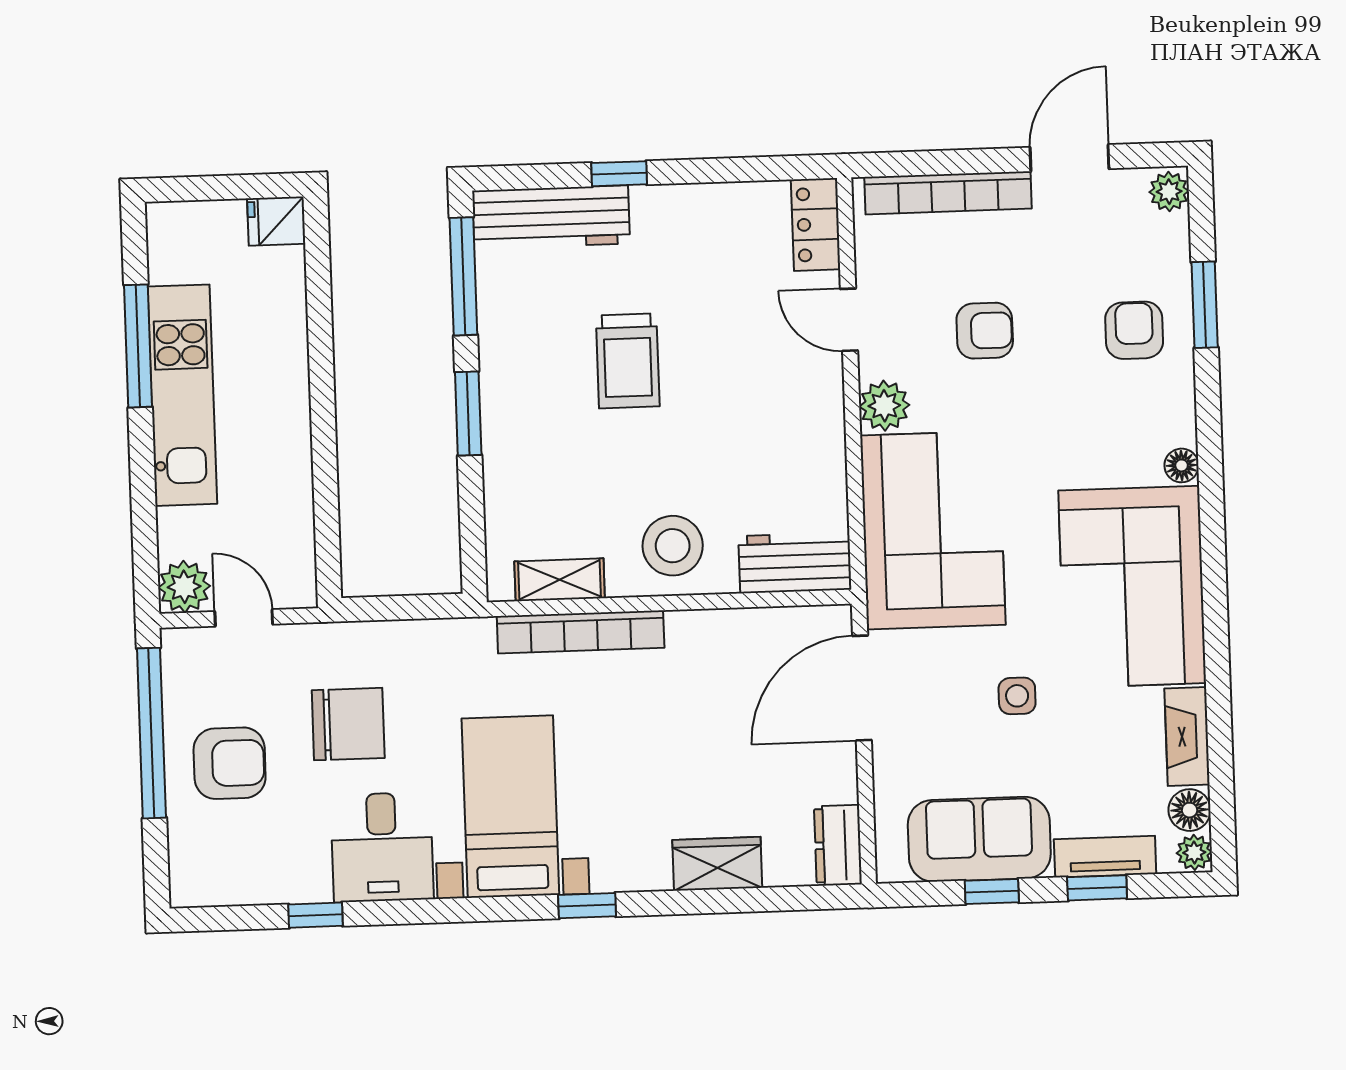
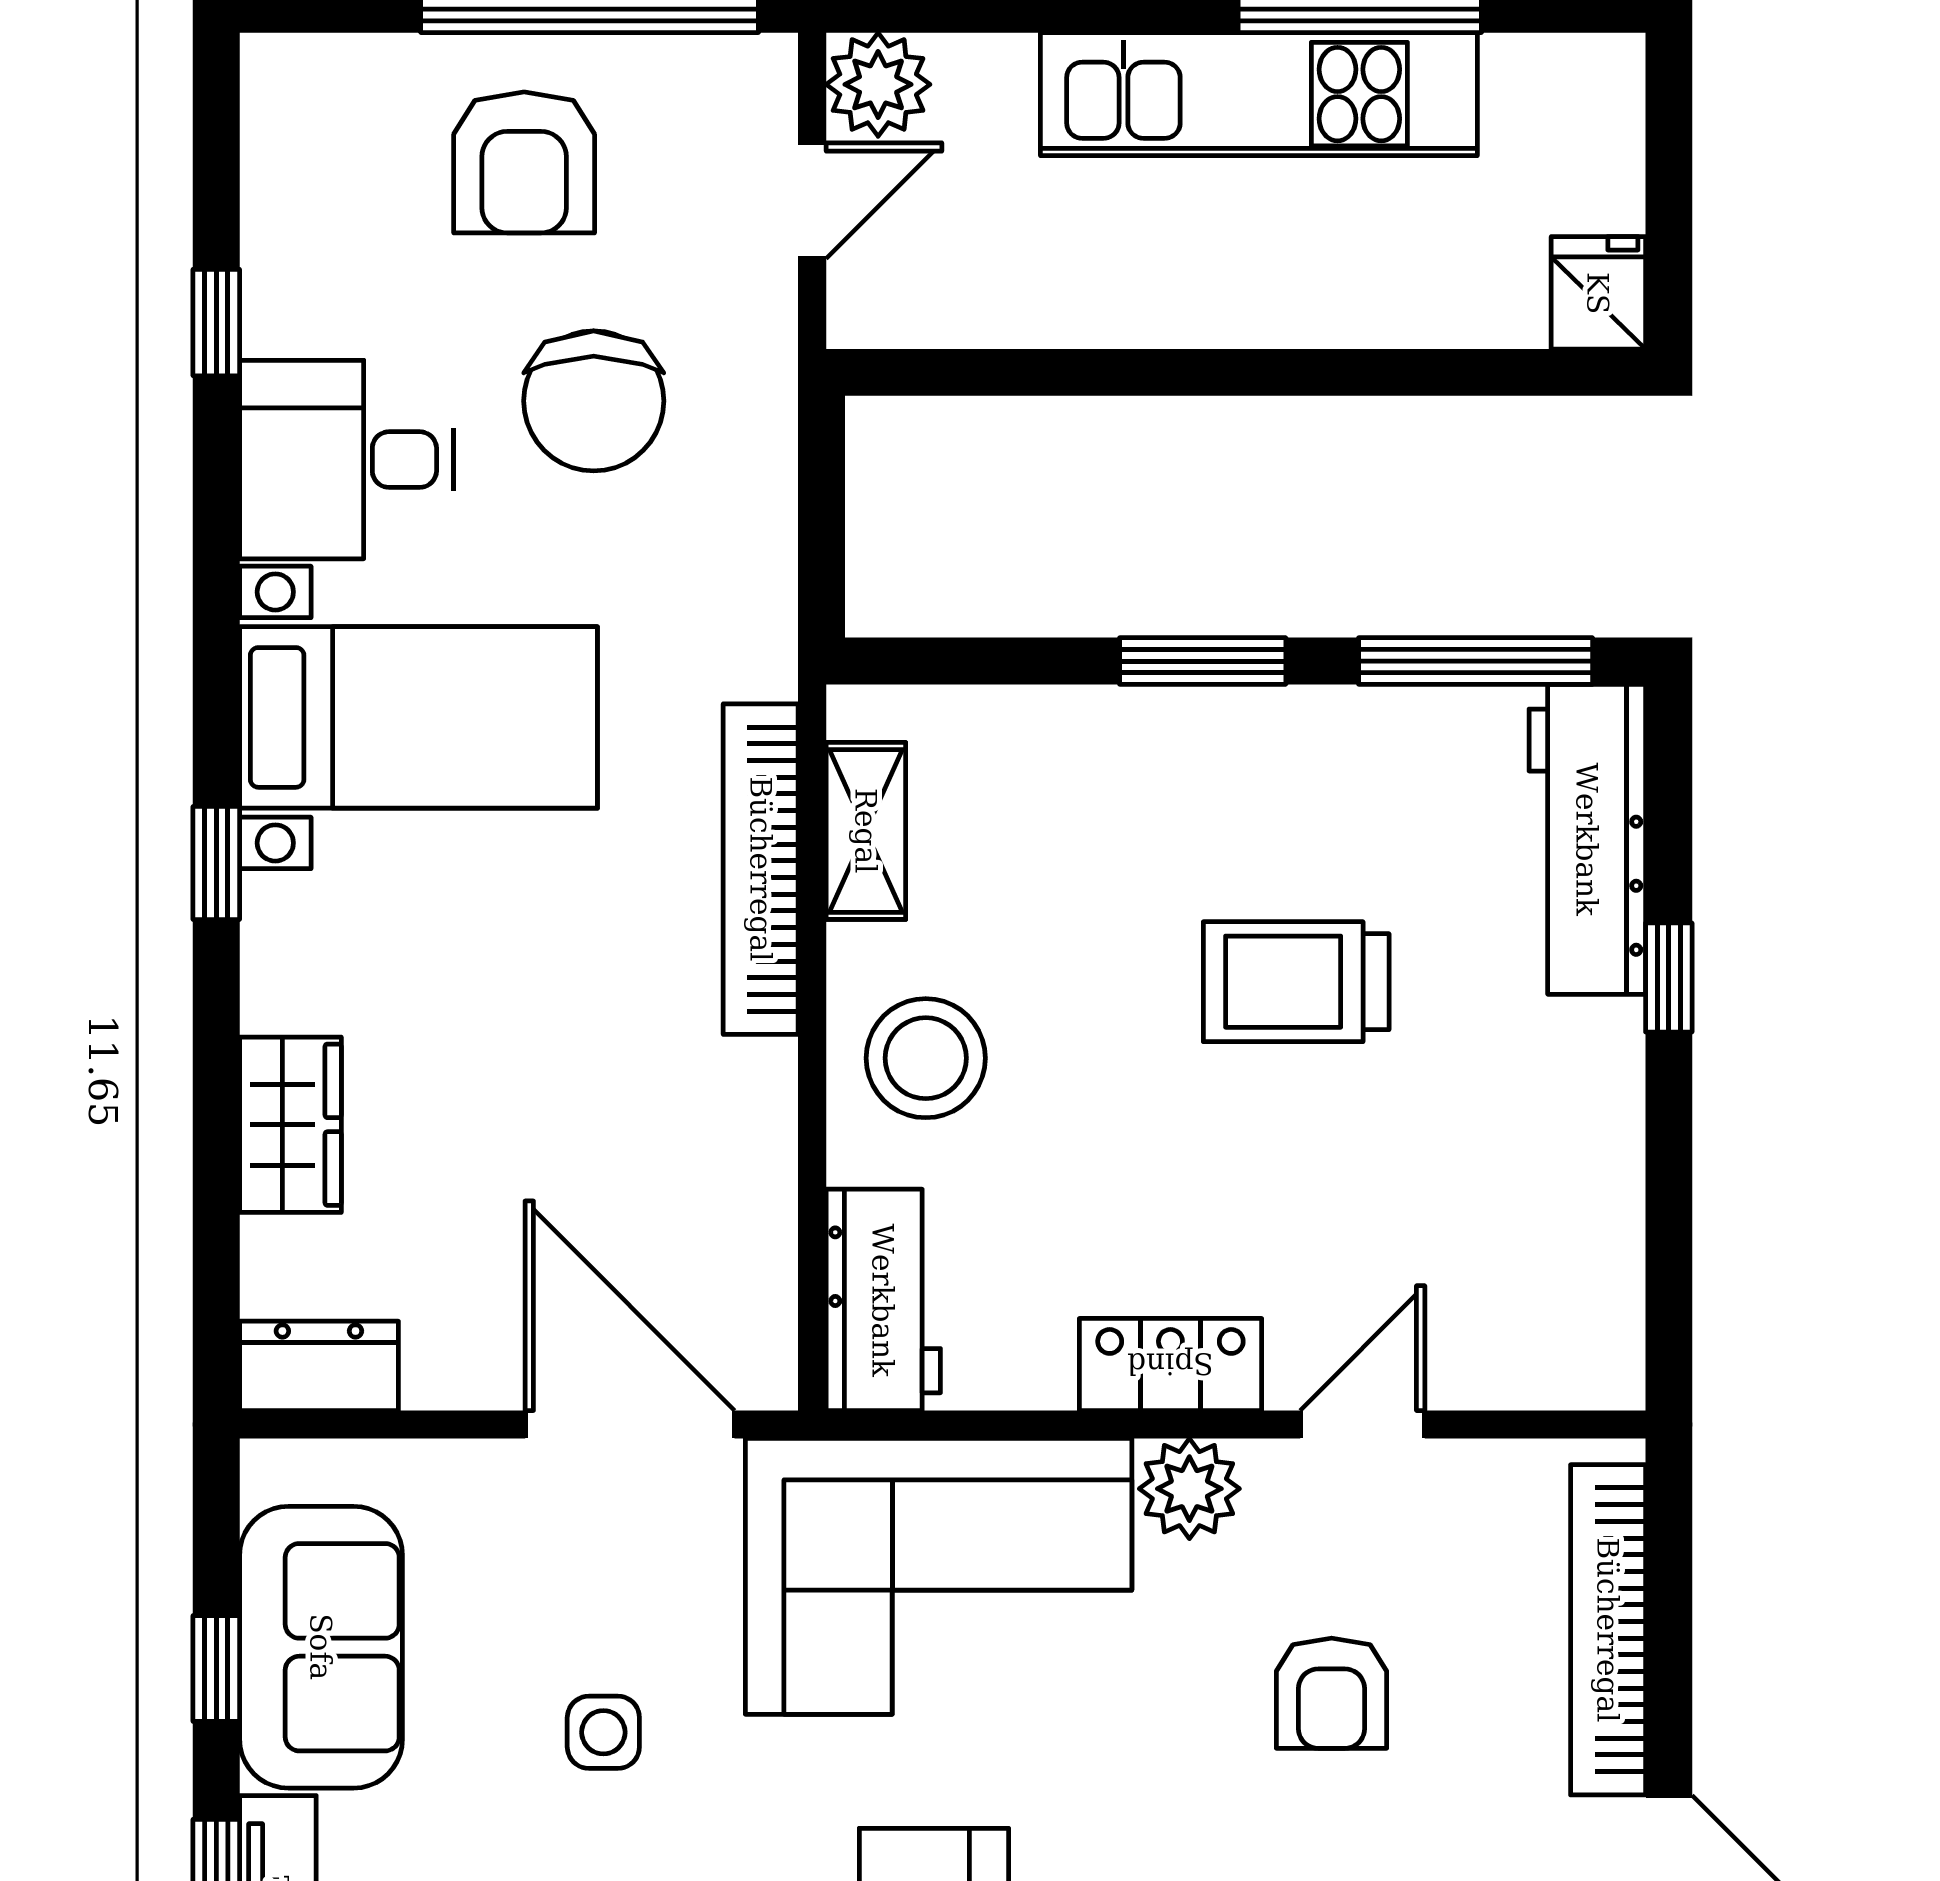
locker: (816, 224) -> (1170, 1364), moved

